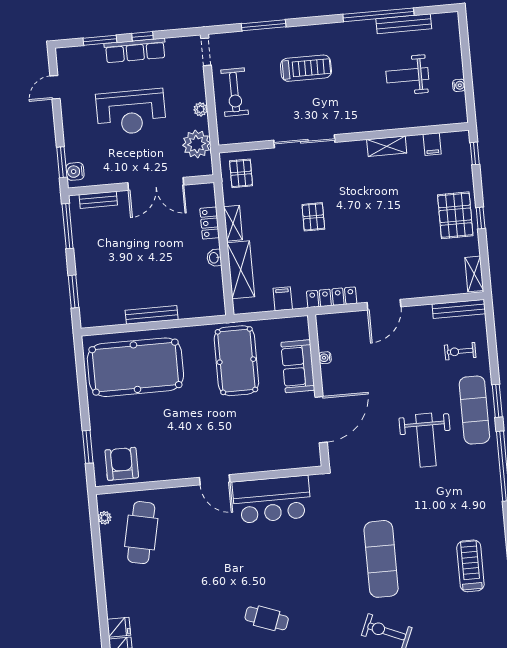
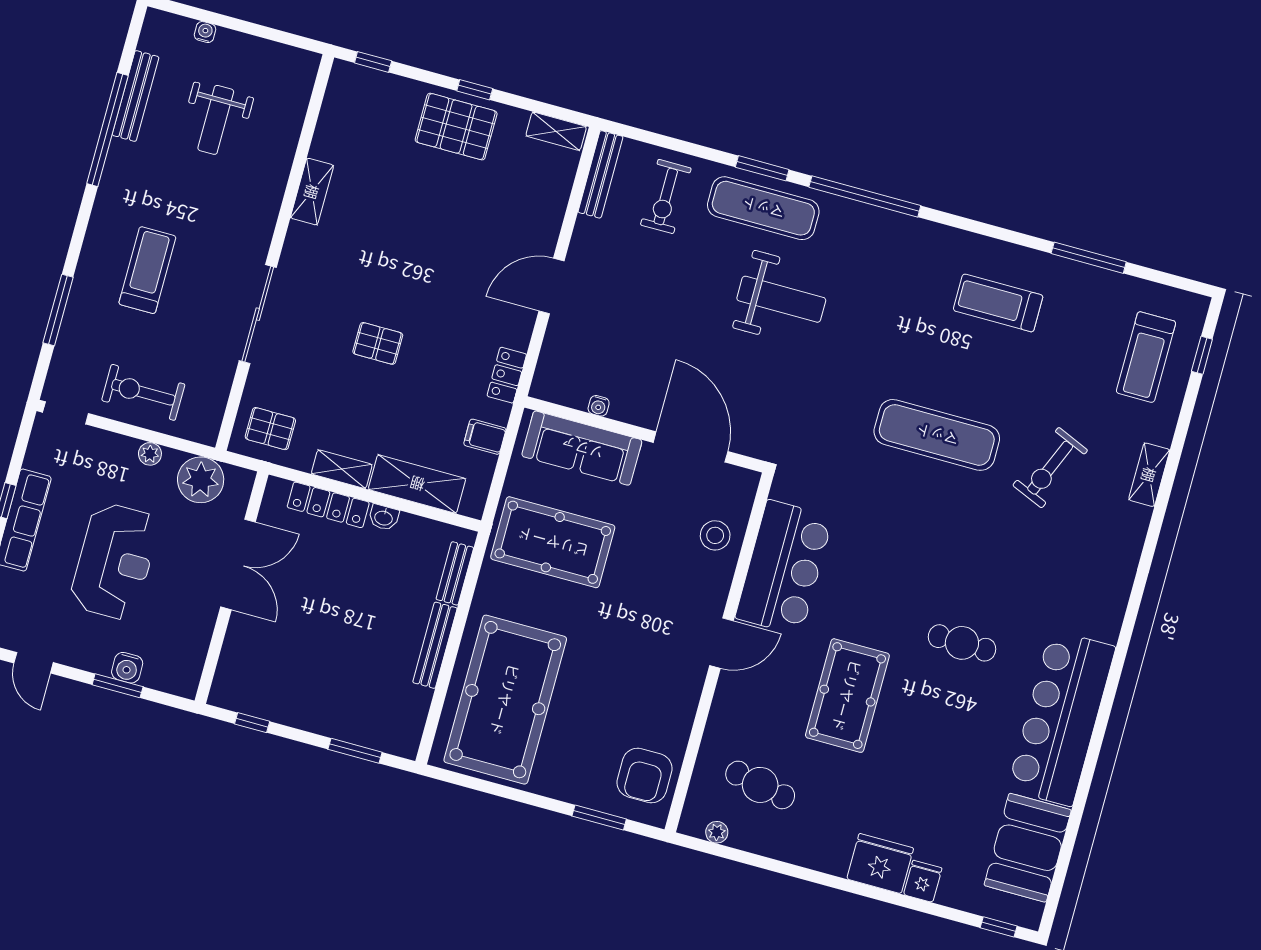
water cooler: (459, 85) -> (205, 32), moved
exercise bike: (235, 92) -> (143, 392), turned 180
filing cabinet: (432, 144) -> (335, 121), removed
window: (62, 162) -> (118, 686), moved
water cooler: (75, 171) -> (127, 668), moved
bench: (98, 200) -> (455, 573), moved
locker: (210, 223) -> (328, 505), width x1.53
window: (68, 226) -> (252, 723), width x0.46
locker: (332, 297) -> (507, 375), width x0.66
door: (384, 305) -> (551, 286), swing flipped
exercise bike: (460, 351) -> (666, 197), width x1.38, depth x1.39
sofa: (298, 366) -> (582, 448), width x1.36
stool: (275, 453) -> (715, 535), added
armchair: (122, 464) -> (645, 776), turned -90
cafe table: (141, 533) -> (760, 785), width x0.73, depth x0.74
pool table: (212, 564) -> (847, 696), added
cafe table: (267, 618) -> (962, 643), turned 71
fridge: (119, 627) -> (880, 864), width x1.88, depth x1.34

